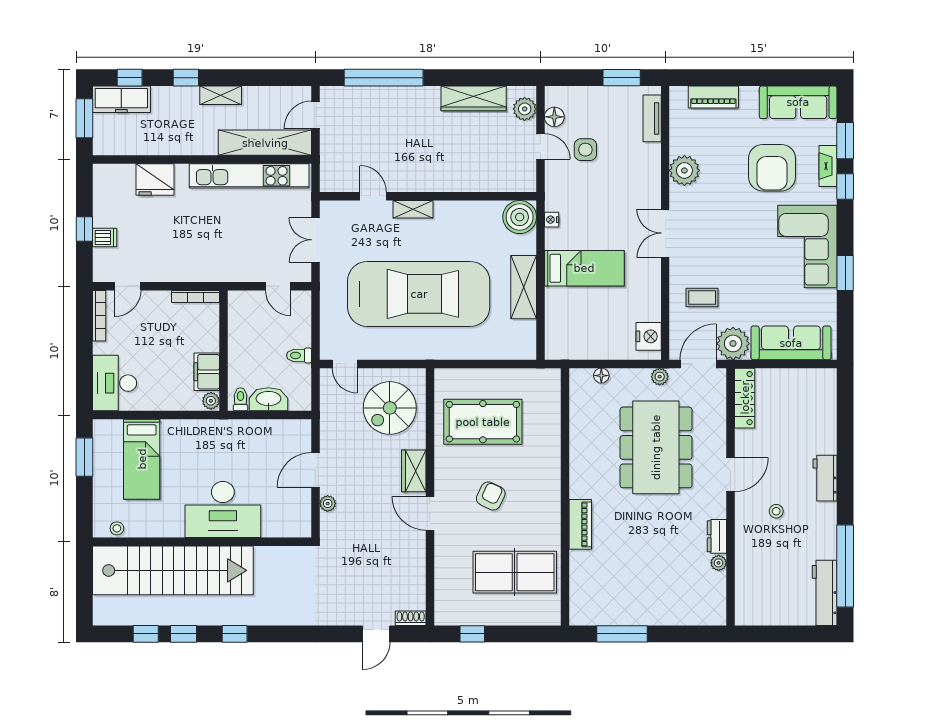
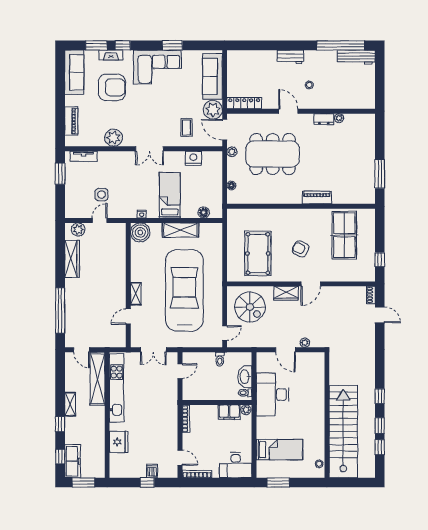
floor lamp: (554, 117) -> (204, 212), moved
nightstand: (649, 336) -> (193, 158), moved
desk: (223, 510) -> (273, 395), moved, turned 180

